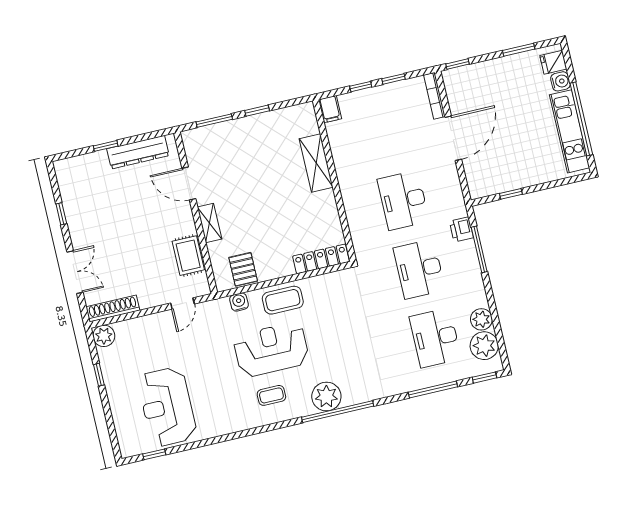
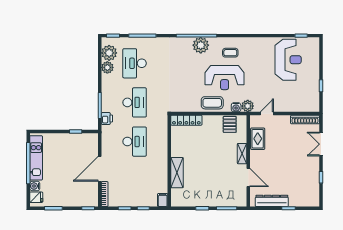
plant: (104, 336) -> (248, 106), moved
desk: (435, 338) -> (135, 63), turned 180

